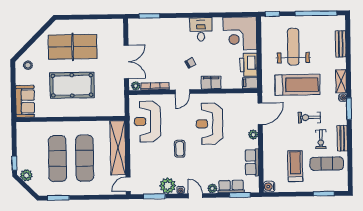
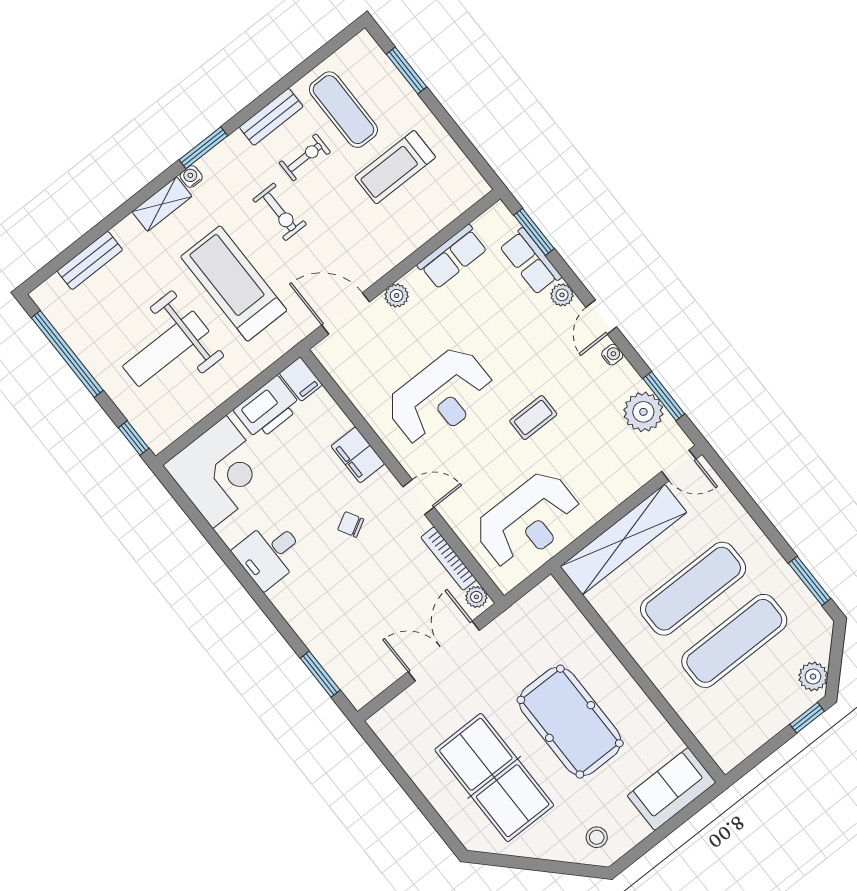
plant: (168, 186) -> (643, 412), moved
water cooler: (269, 187) -> (474, 187), removed

